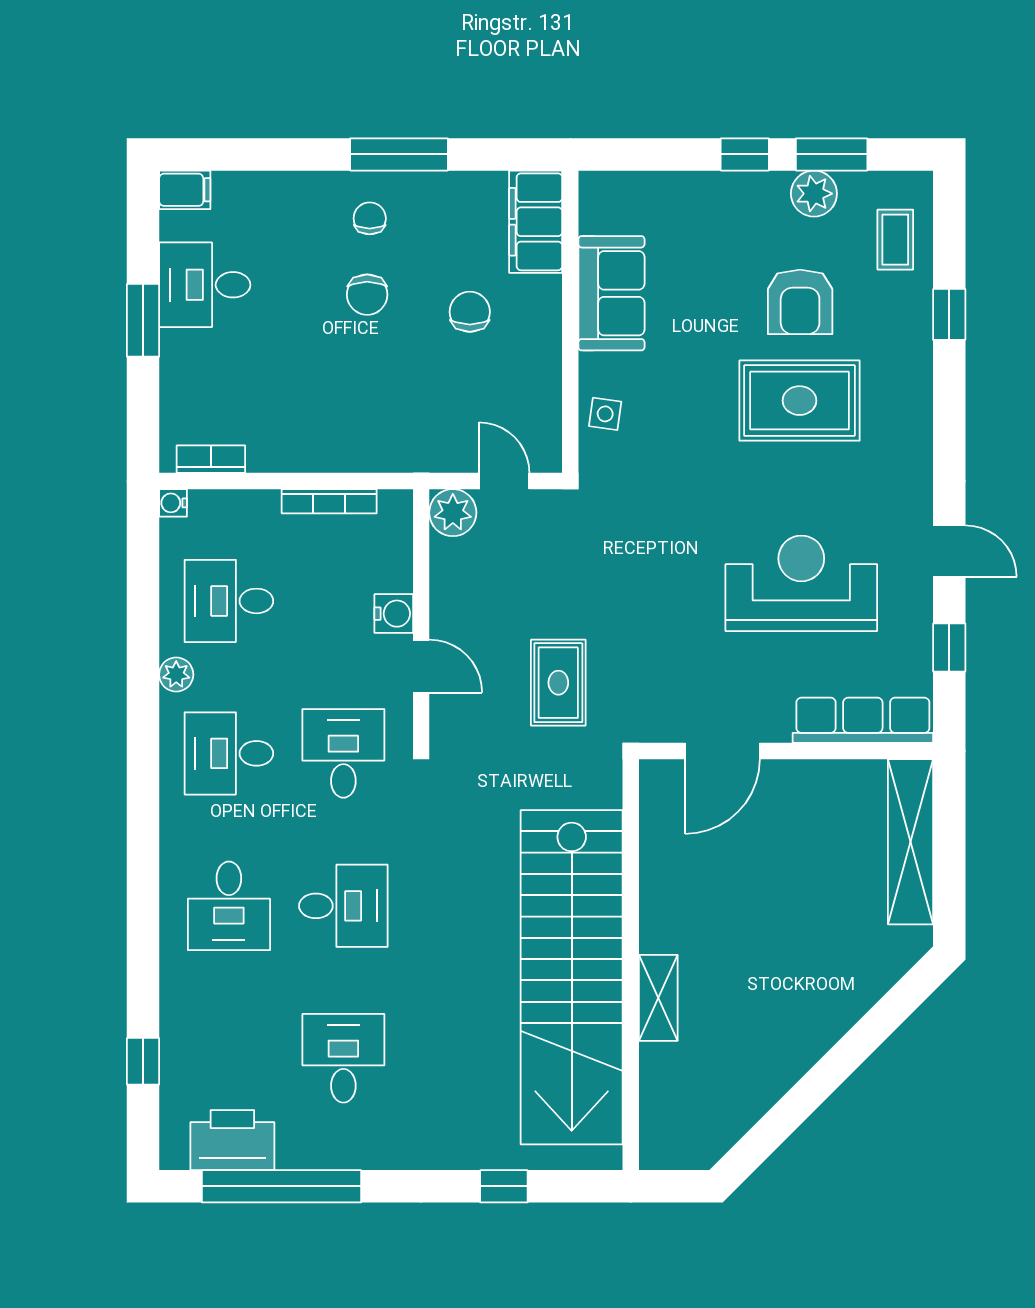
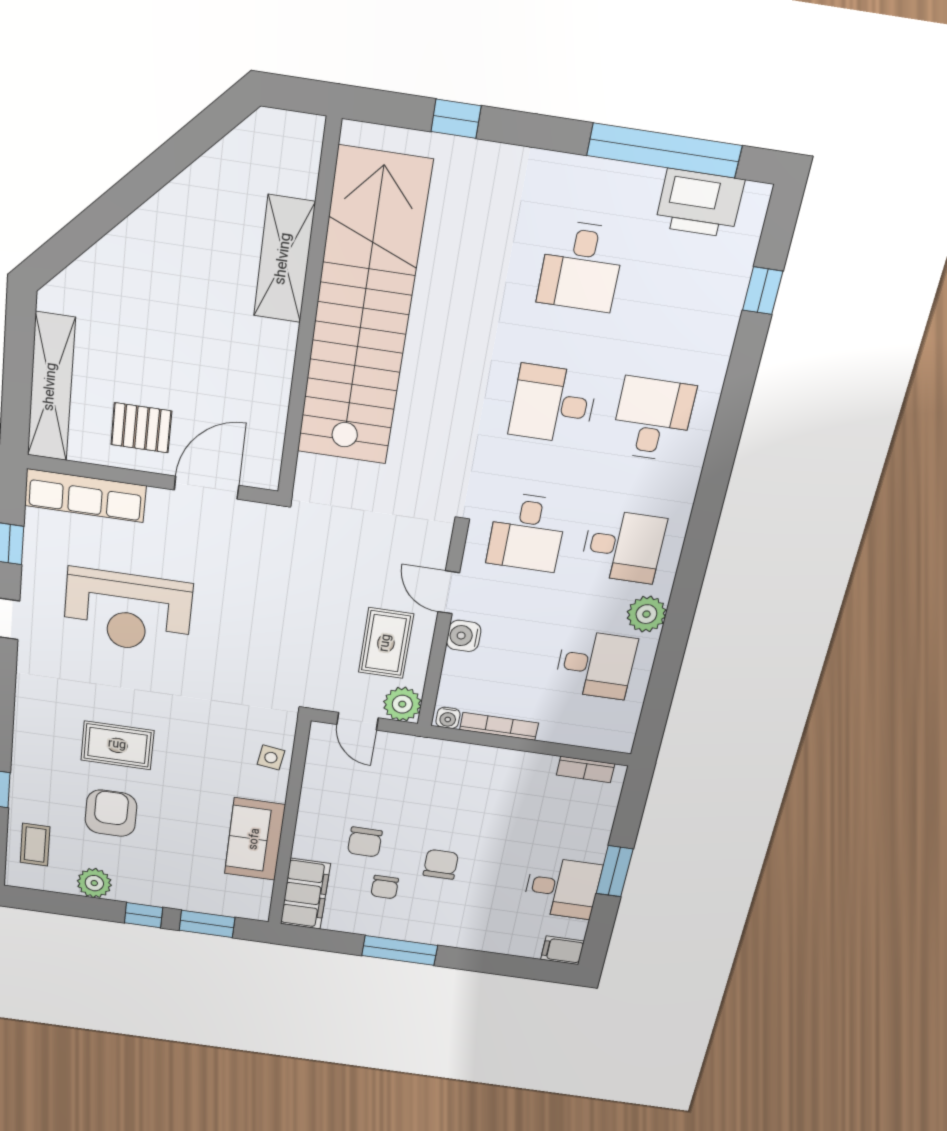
window: (832, 154) -> (207, 924), moved
chair: (370, 218) -> (385, 887), moved
rug: (799, 401) -> (117, 745), width x0.73, depth x0.70
water cooler: (173, 503) -> (448, 718), moved, turned 90
plant: (176, 675) -> (646, 614), width x1.38, depth x1.38
rug: (558, 683) -> (386, 643), moved
pallet: (804, 810) -> (141, 428), added
shelving: (658, 998) -> (284, 259), width x1.50, depth x1.33

